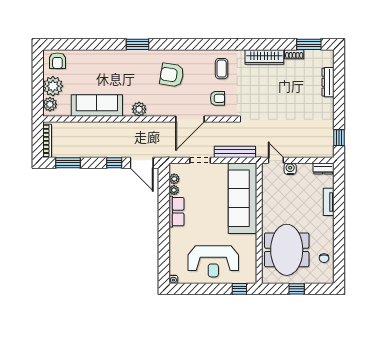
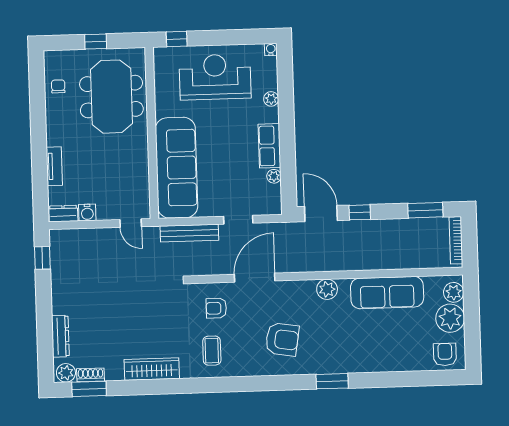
shoe rack: (294, 54) -> (90, 375), moved
plant: (325, 56) -> (66, 373), added
water cooler: (290, 169) -> (87, 212), moved
plant: (174, 179) -> (271, 99), moved

